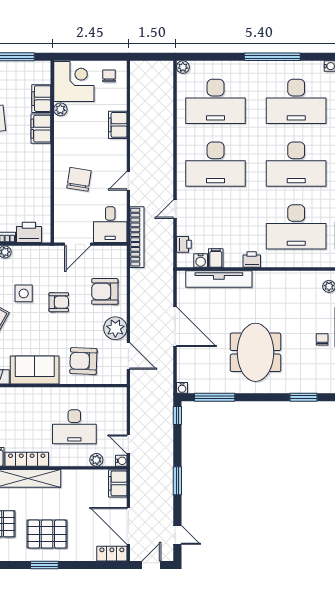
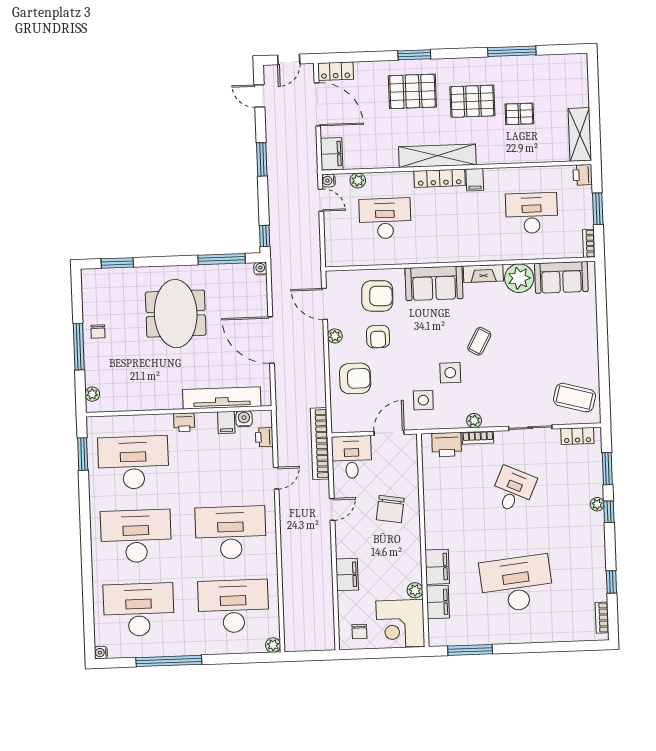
side table: (47, 271) -> (423, 400), added
armchair: (59, 302) -> (378, 337), moved, turned -90
plant: (115, 328) -> (335, 336), width x0.53, depth x0.53

